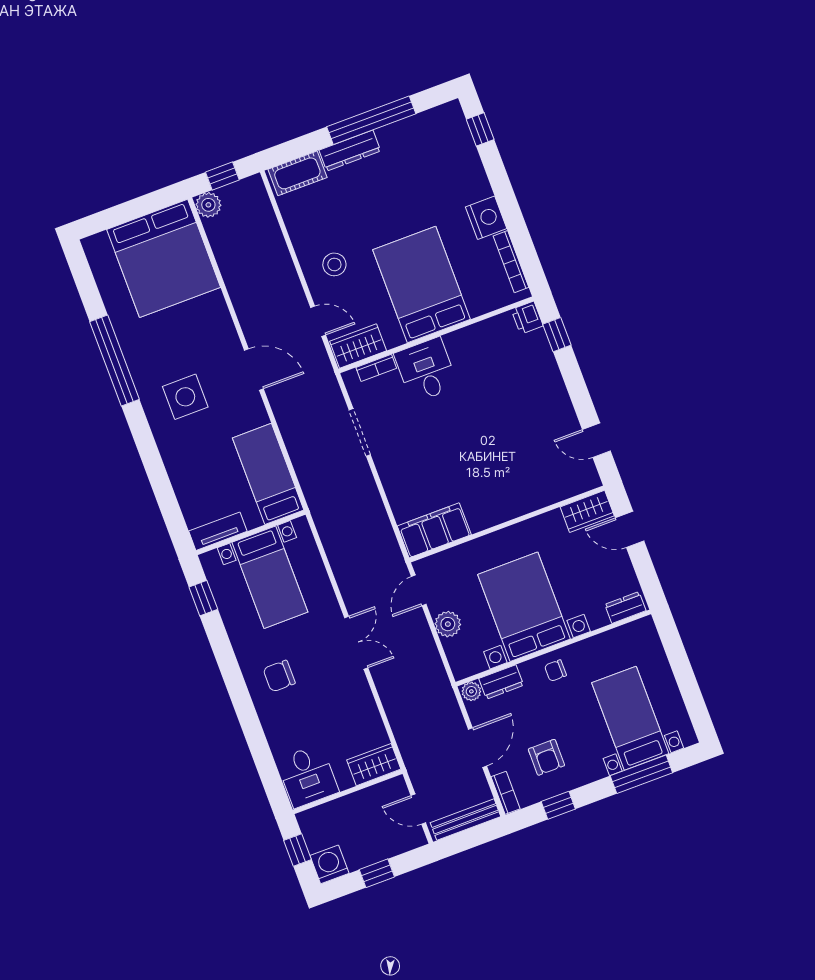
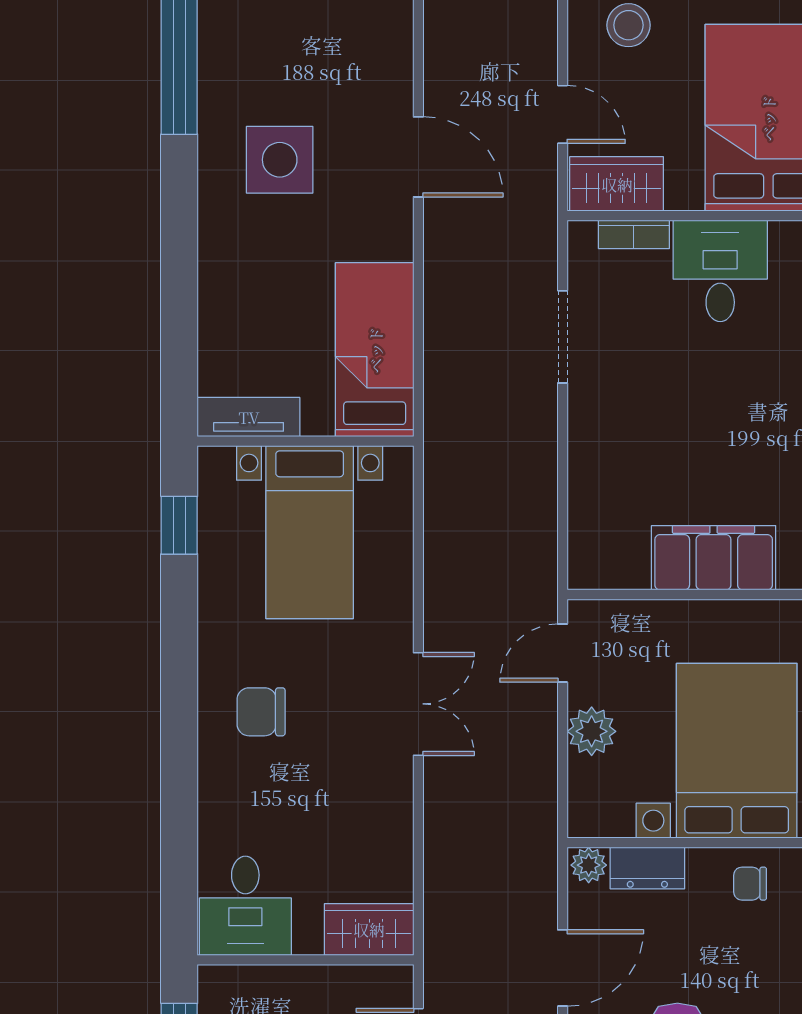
filing cabinet: (434, 530) -> (714, 558), moved

